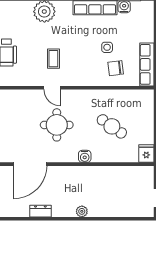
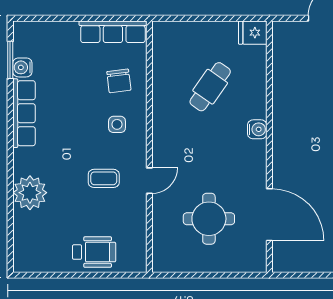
side table: (107, 47) -> (117, 124), moved
round table: (57, 125) -> (209, 219), moved

